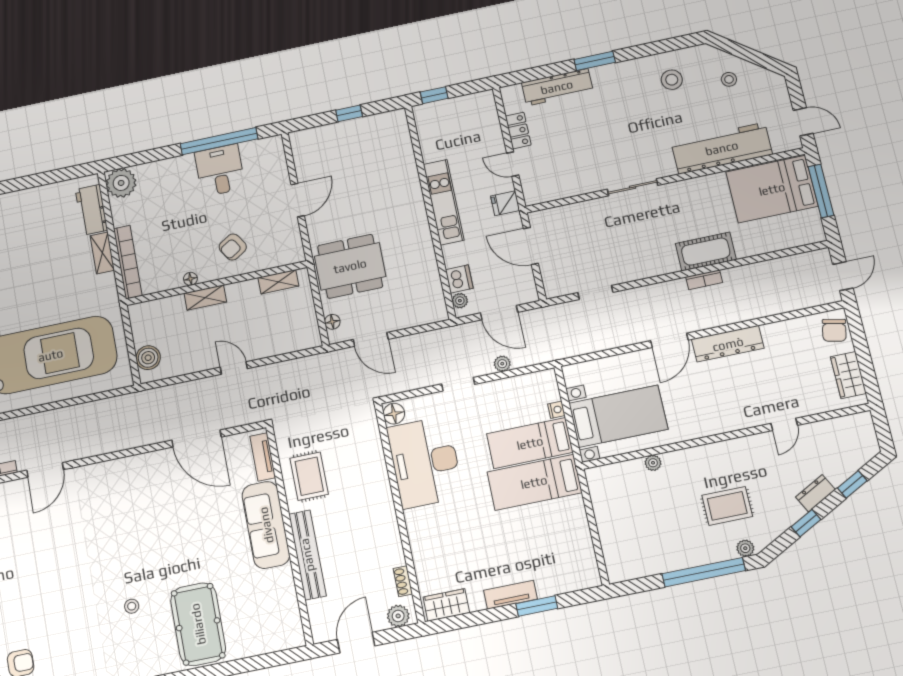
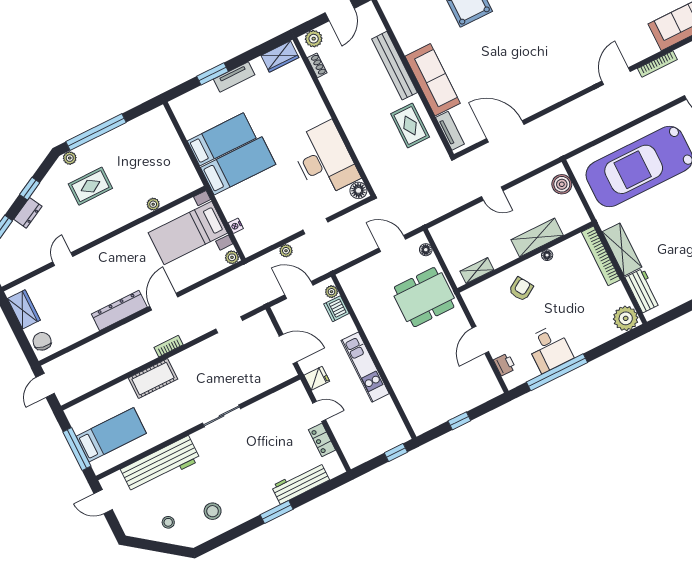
printer: (277, 165) -> (505, 364), added
bed: (772, 189) -> (111, 435), width x0.67
shelving: (102, 253) -> (622, 249), width x1.50, depth x1.33
bookcase: (704, 280) -> (169, 346), moved
shelving: (205, 298) -> (537, 237), width x1.50, depth x1.33
plant: (571, 373) -> (232, 257), added
bed: (530, 443) -> (222, 139), moved

